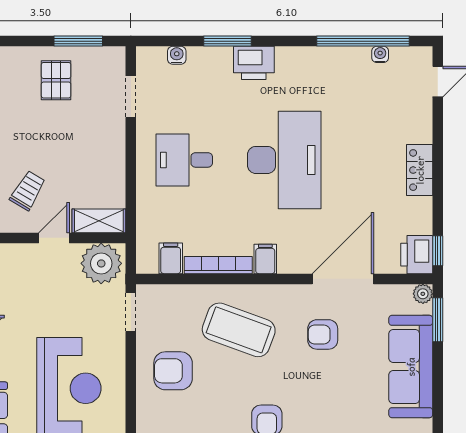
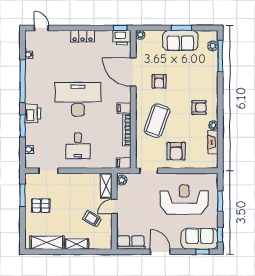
window: (363, 41) -> (23, 81), moved
door: (54, 238) -> (114, 207), hinge flipped
filing cabinet: (171, 258) -> (124, 163), moved
plant: (101, 263) -> (122, 180), width x0.53, depth x0.53
window: (438, 320) -> (181, 28), moved
sofa: (411, 367) -> (180, 40), width x0.73

